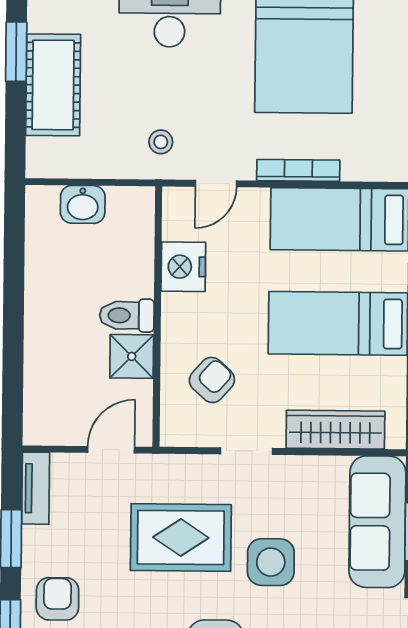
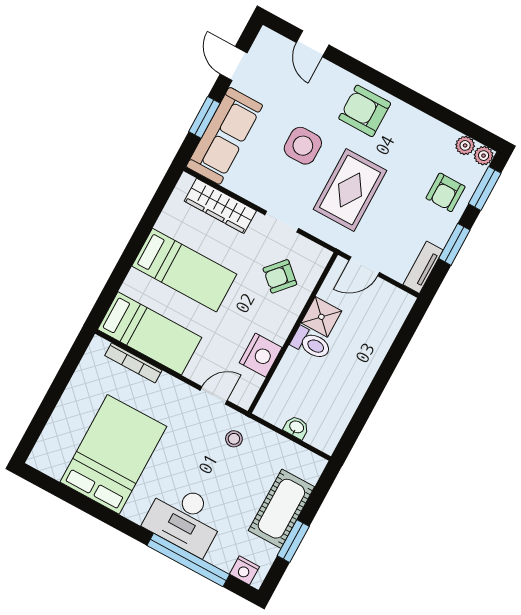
bookcase: (298, 170) -> (133, 363), moved
washbasin: (83, 204) -> (296, 427), width x0.72, depth x0.69
rug: (181, 537) -> (350, 190), turned 90

